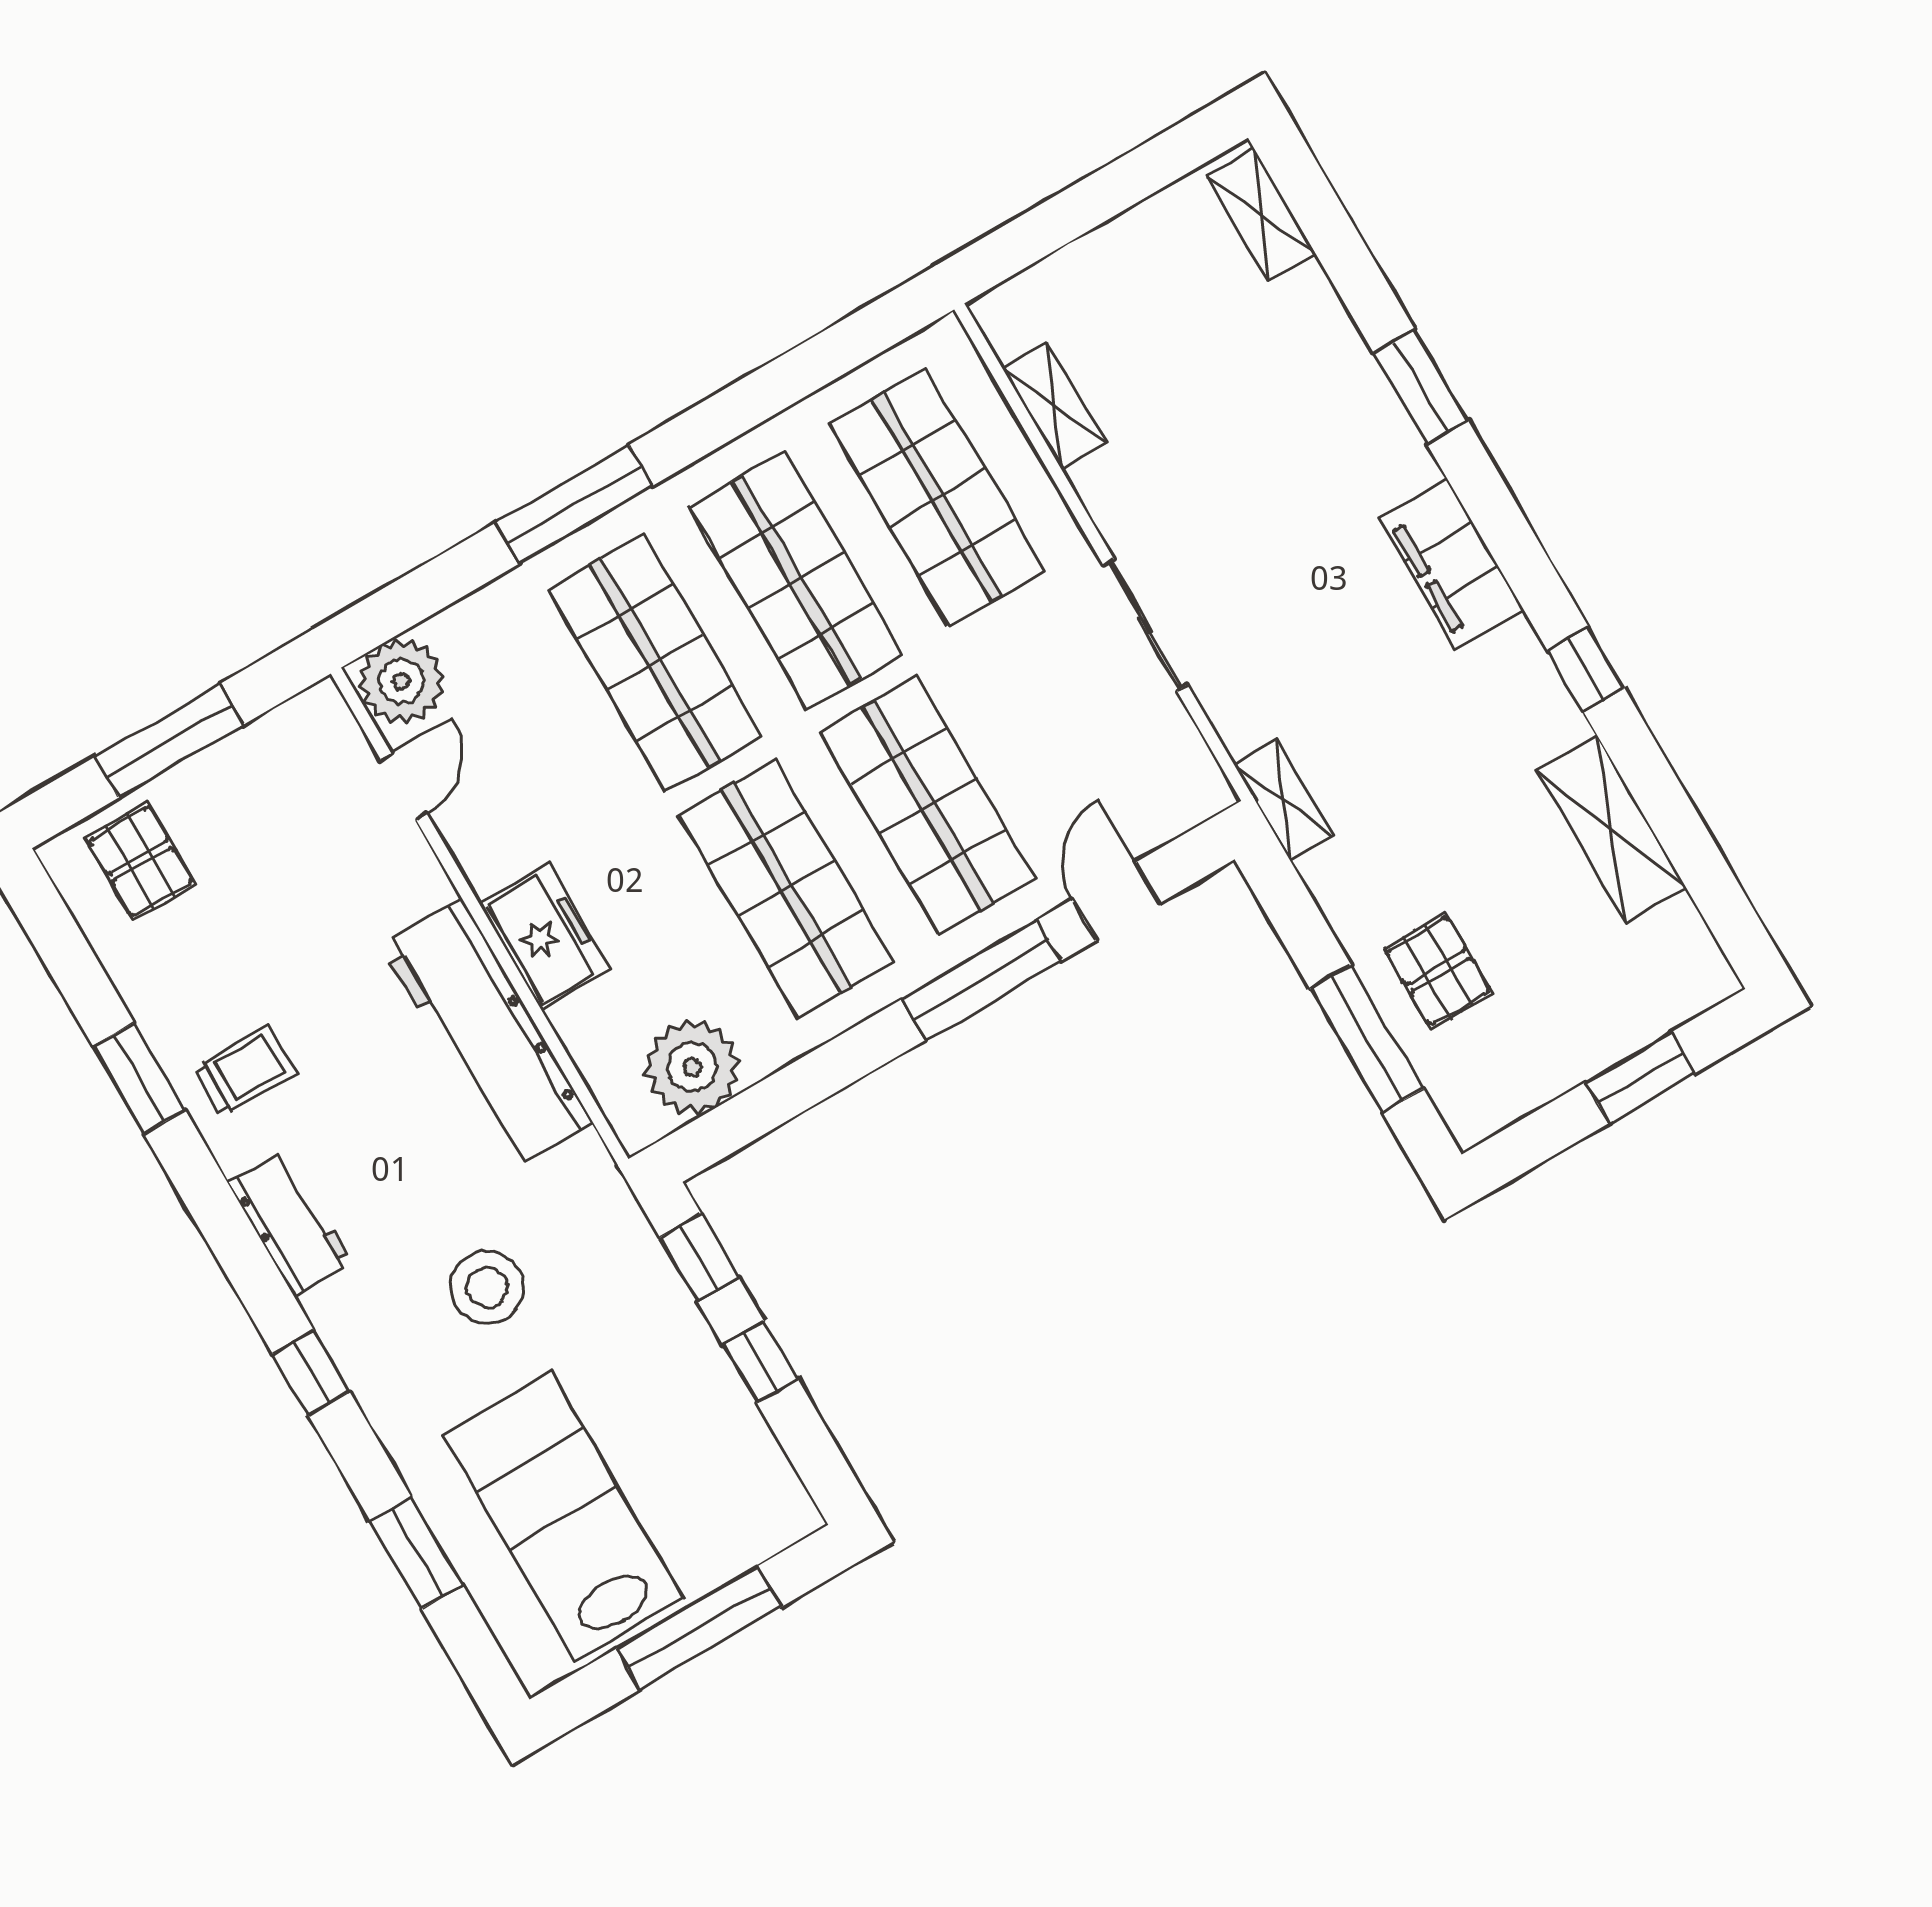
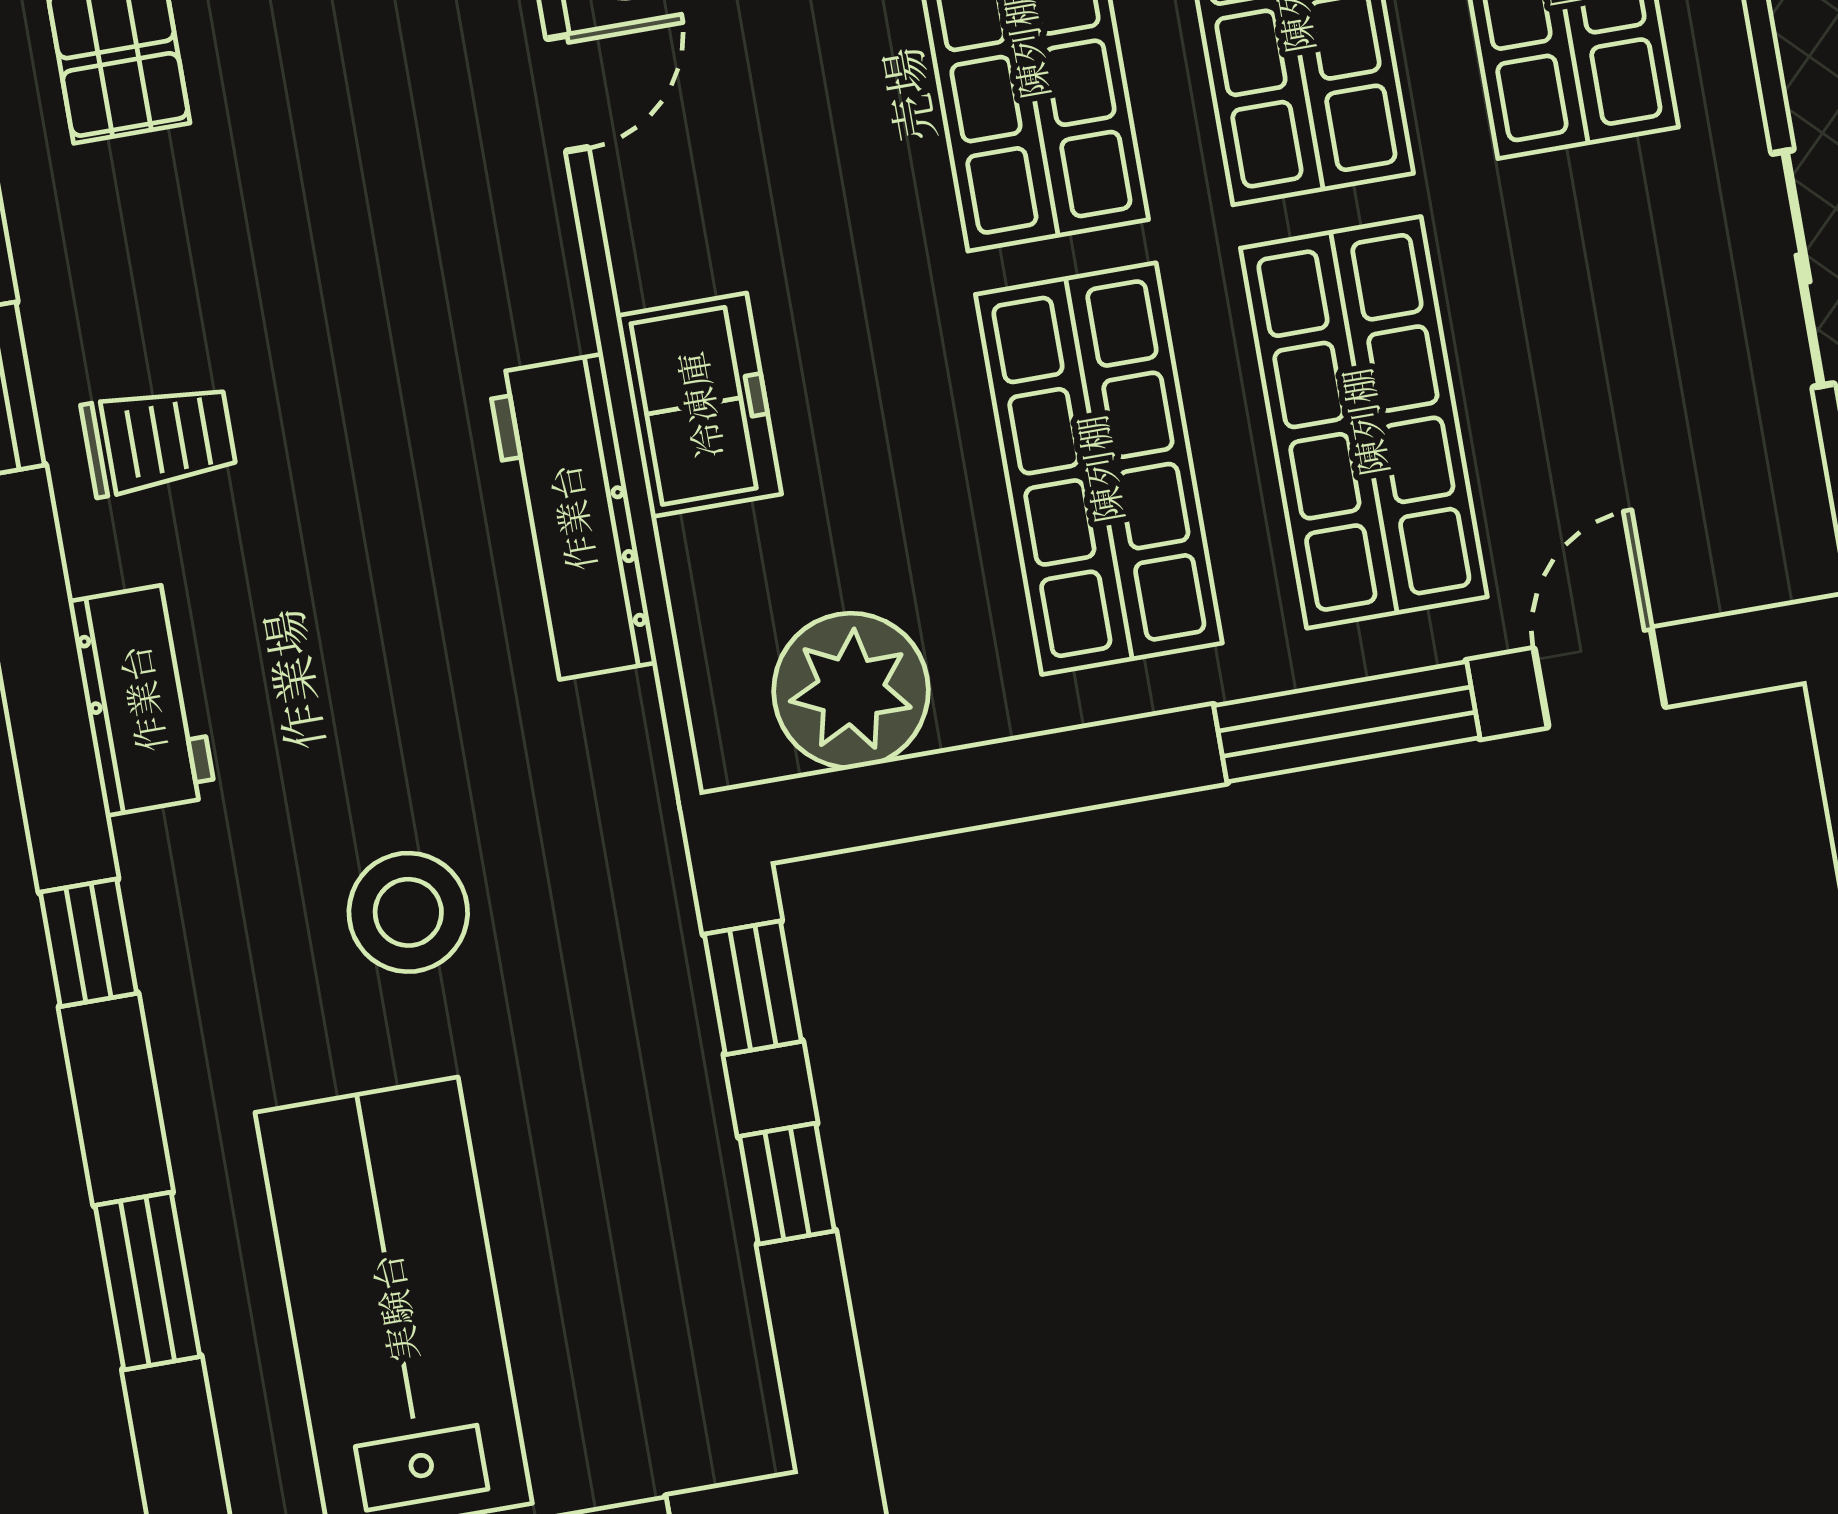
workbench: (487, 1034) -> (572, 518), width x0.73, depth x0.76

